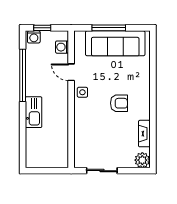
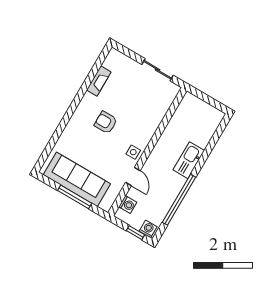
plant: (142, 160) -> (115, 58), removed

